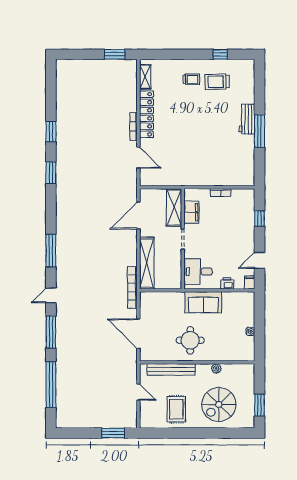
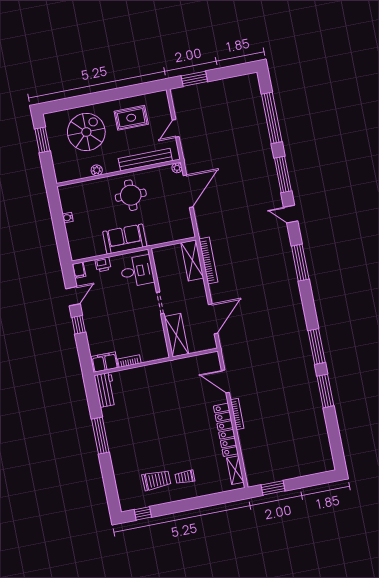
window: (220, 54) -> (143, 513), moved
workbench: (247, 119) -> (105, 390), moved
window: (51, 132) -> (325, 391), width x1.44
window: (51, 173) -> (317, 347), width x1.44
filing cabinet: (191, 212) -> (105, 362), moved, turned 90
window: (259, 219) -> (79, 325), moved
shelving: (147, 263) -> (192, 260), width x0.68
bookcase: (132, 288) -> (208, 261), moved
door: (51, 295) -> (291, 214), swing flipped
door: (138, 334) -> (188, 191), hinge flipped
plant: (144, 357) -> (177, 168), added
door: (138, 392) -> (176, 128), hinge flipped
rug: (176, 409) -> (131, 118), turned 90

